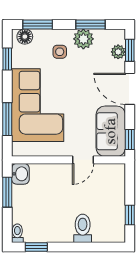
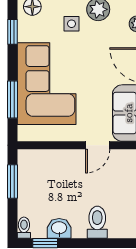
washbasin: (20, 174) -> (59, 228), moved, turned -90

